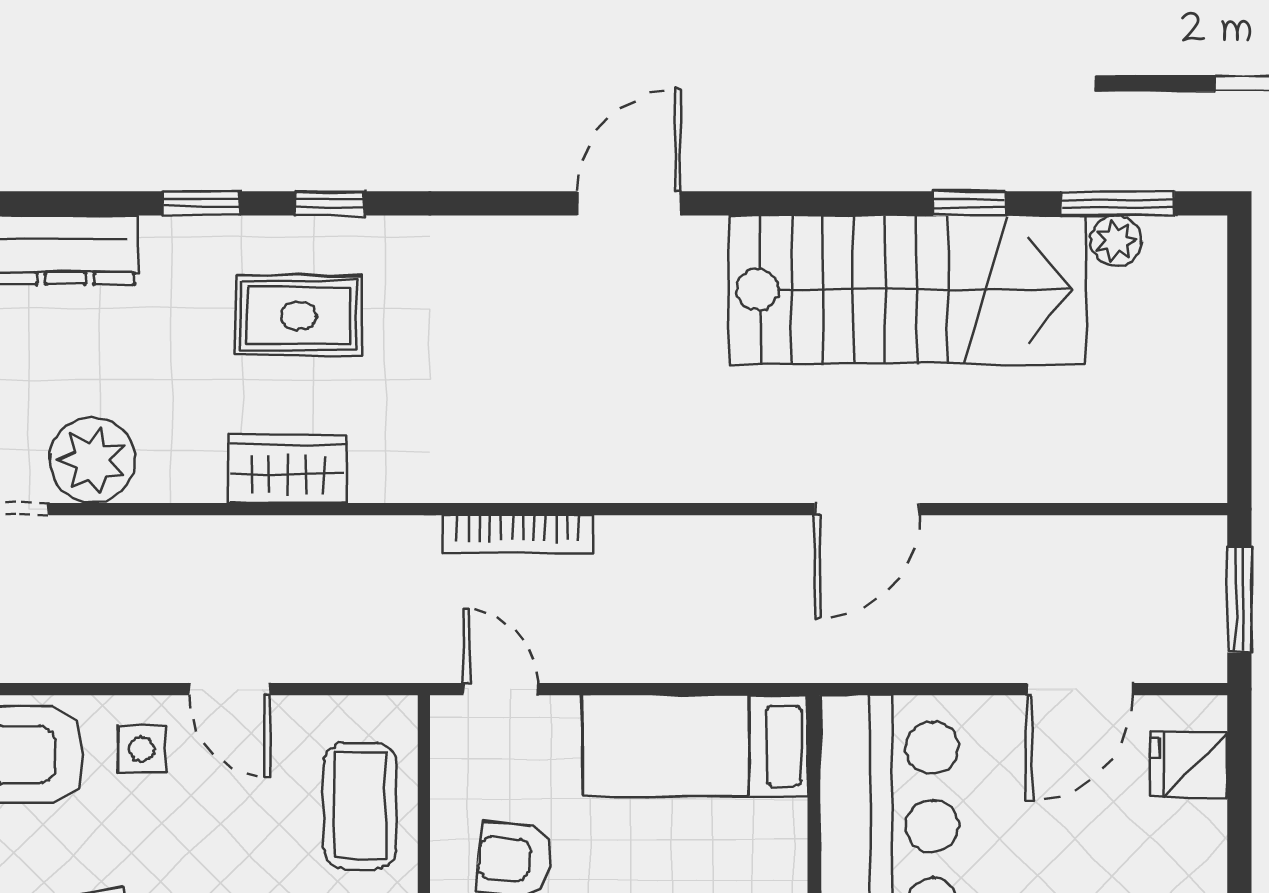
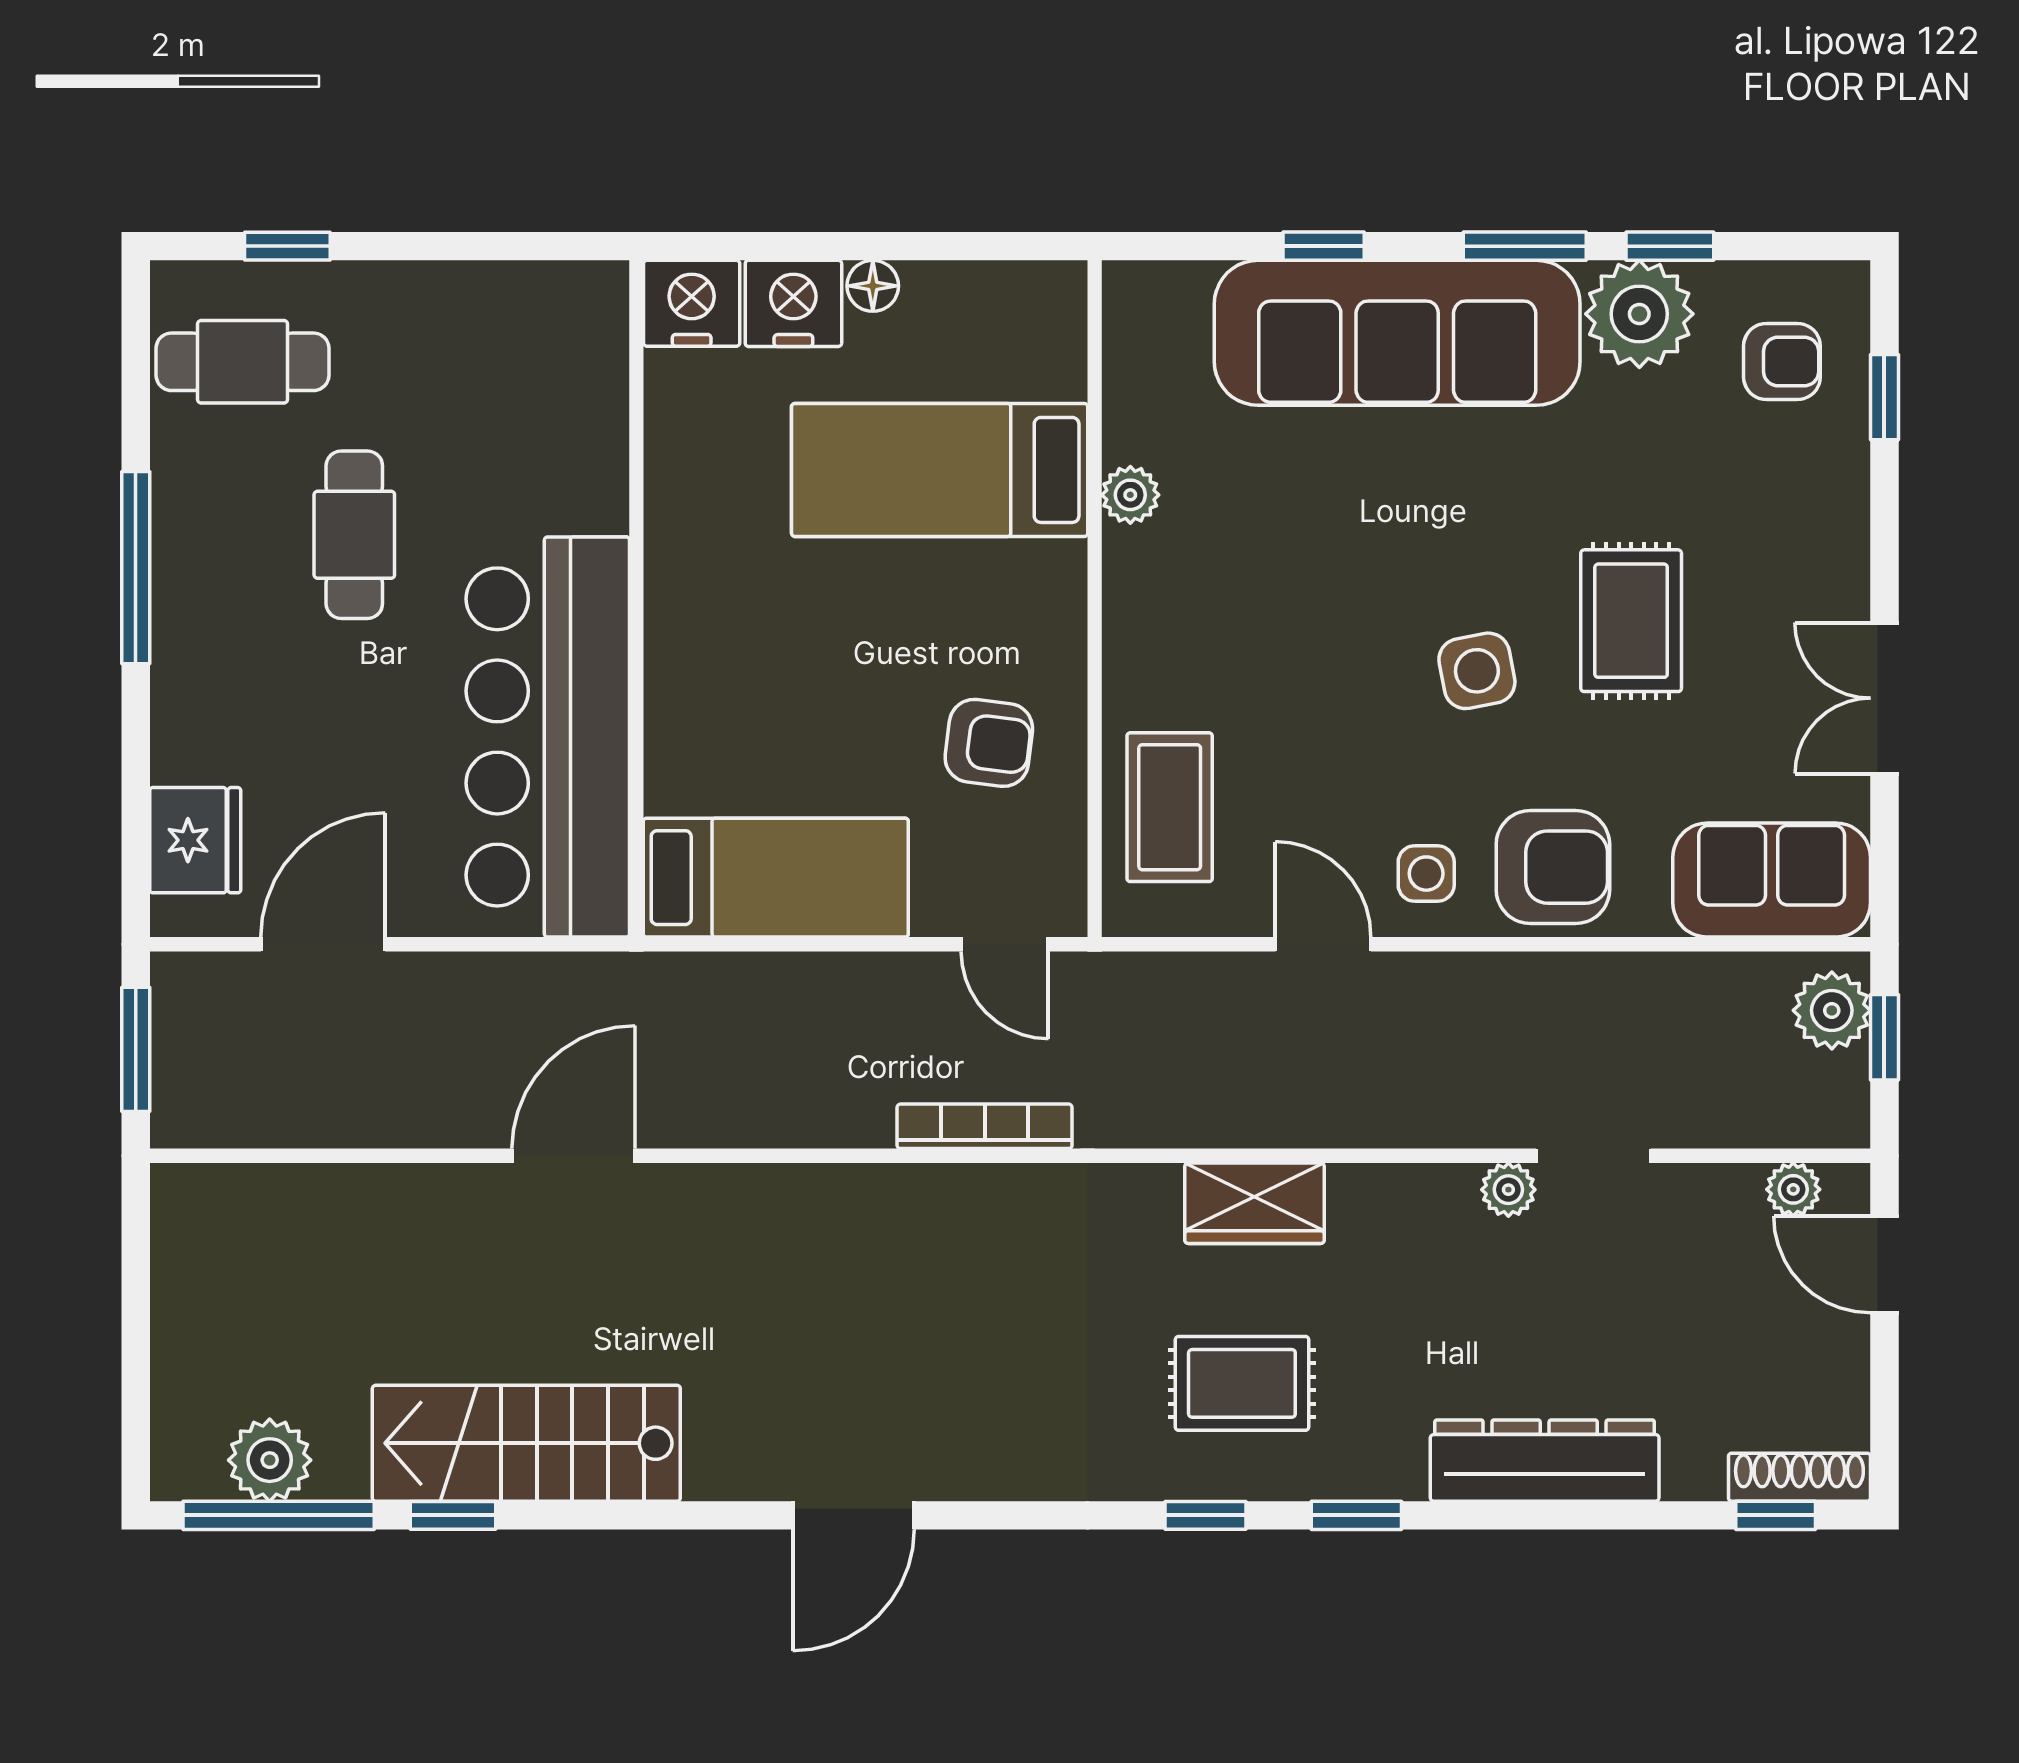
window: (1118, 203) -> (279, 1515), width x1.44
plant: (1116, 241) -> (270, 1460), width x1.38, depth x1.38
stairs: (907, 290) -> (526, 1443), width x0.73, depth x0.66
plant: (92, 460) -> (1508, 1190), width x0.53, depth x0.53
fridge: (1189, 765) -> (195, 840), width x1.38

